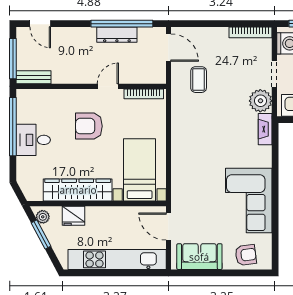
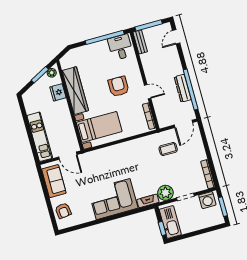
desk: (33, 140) -> (120, 47), moved
corner sofa: (249, 200) -> (113, 199), moved
door: (168, 227) -> (68, 156), swing flipped
kitchen unit: (117, 259) -> (40, 137), width x0.73

